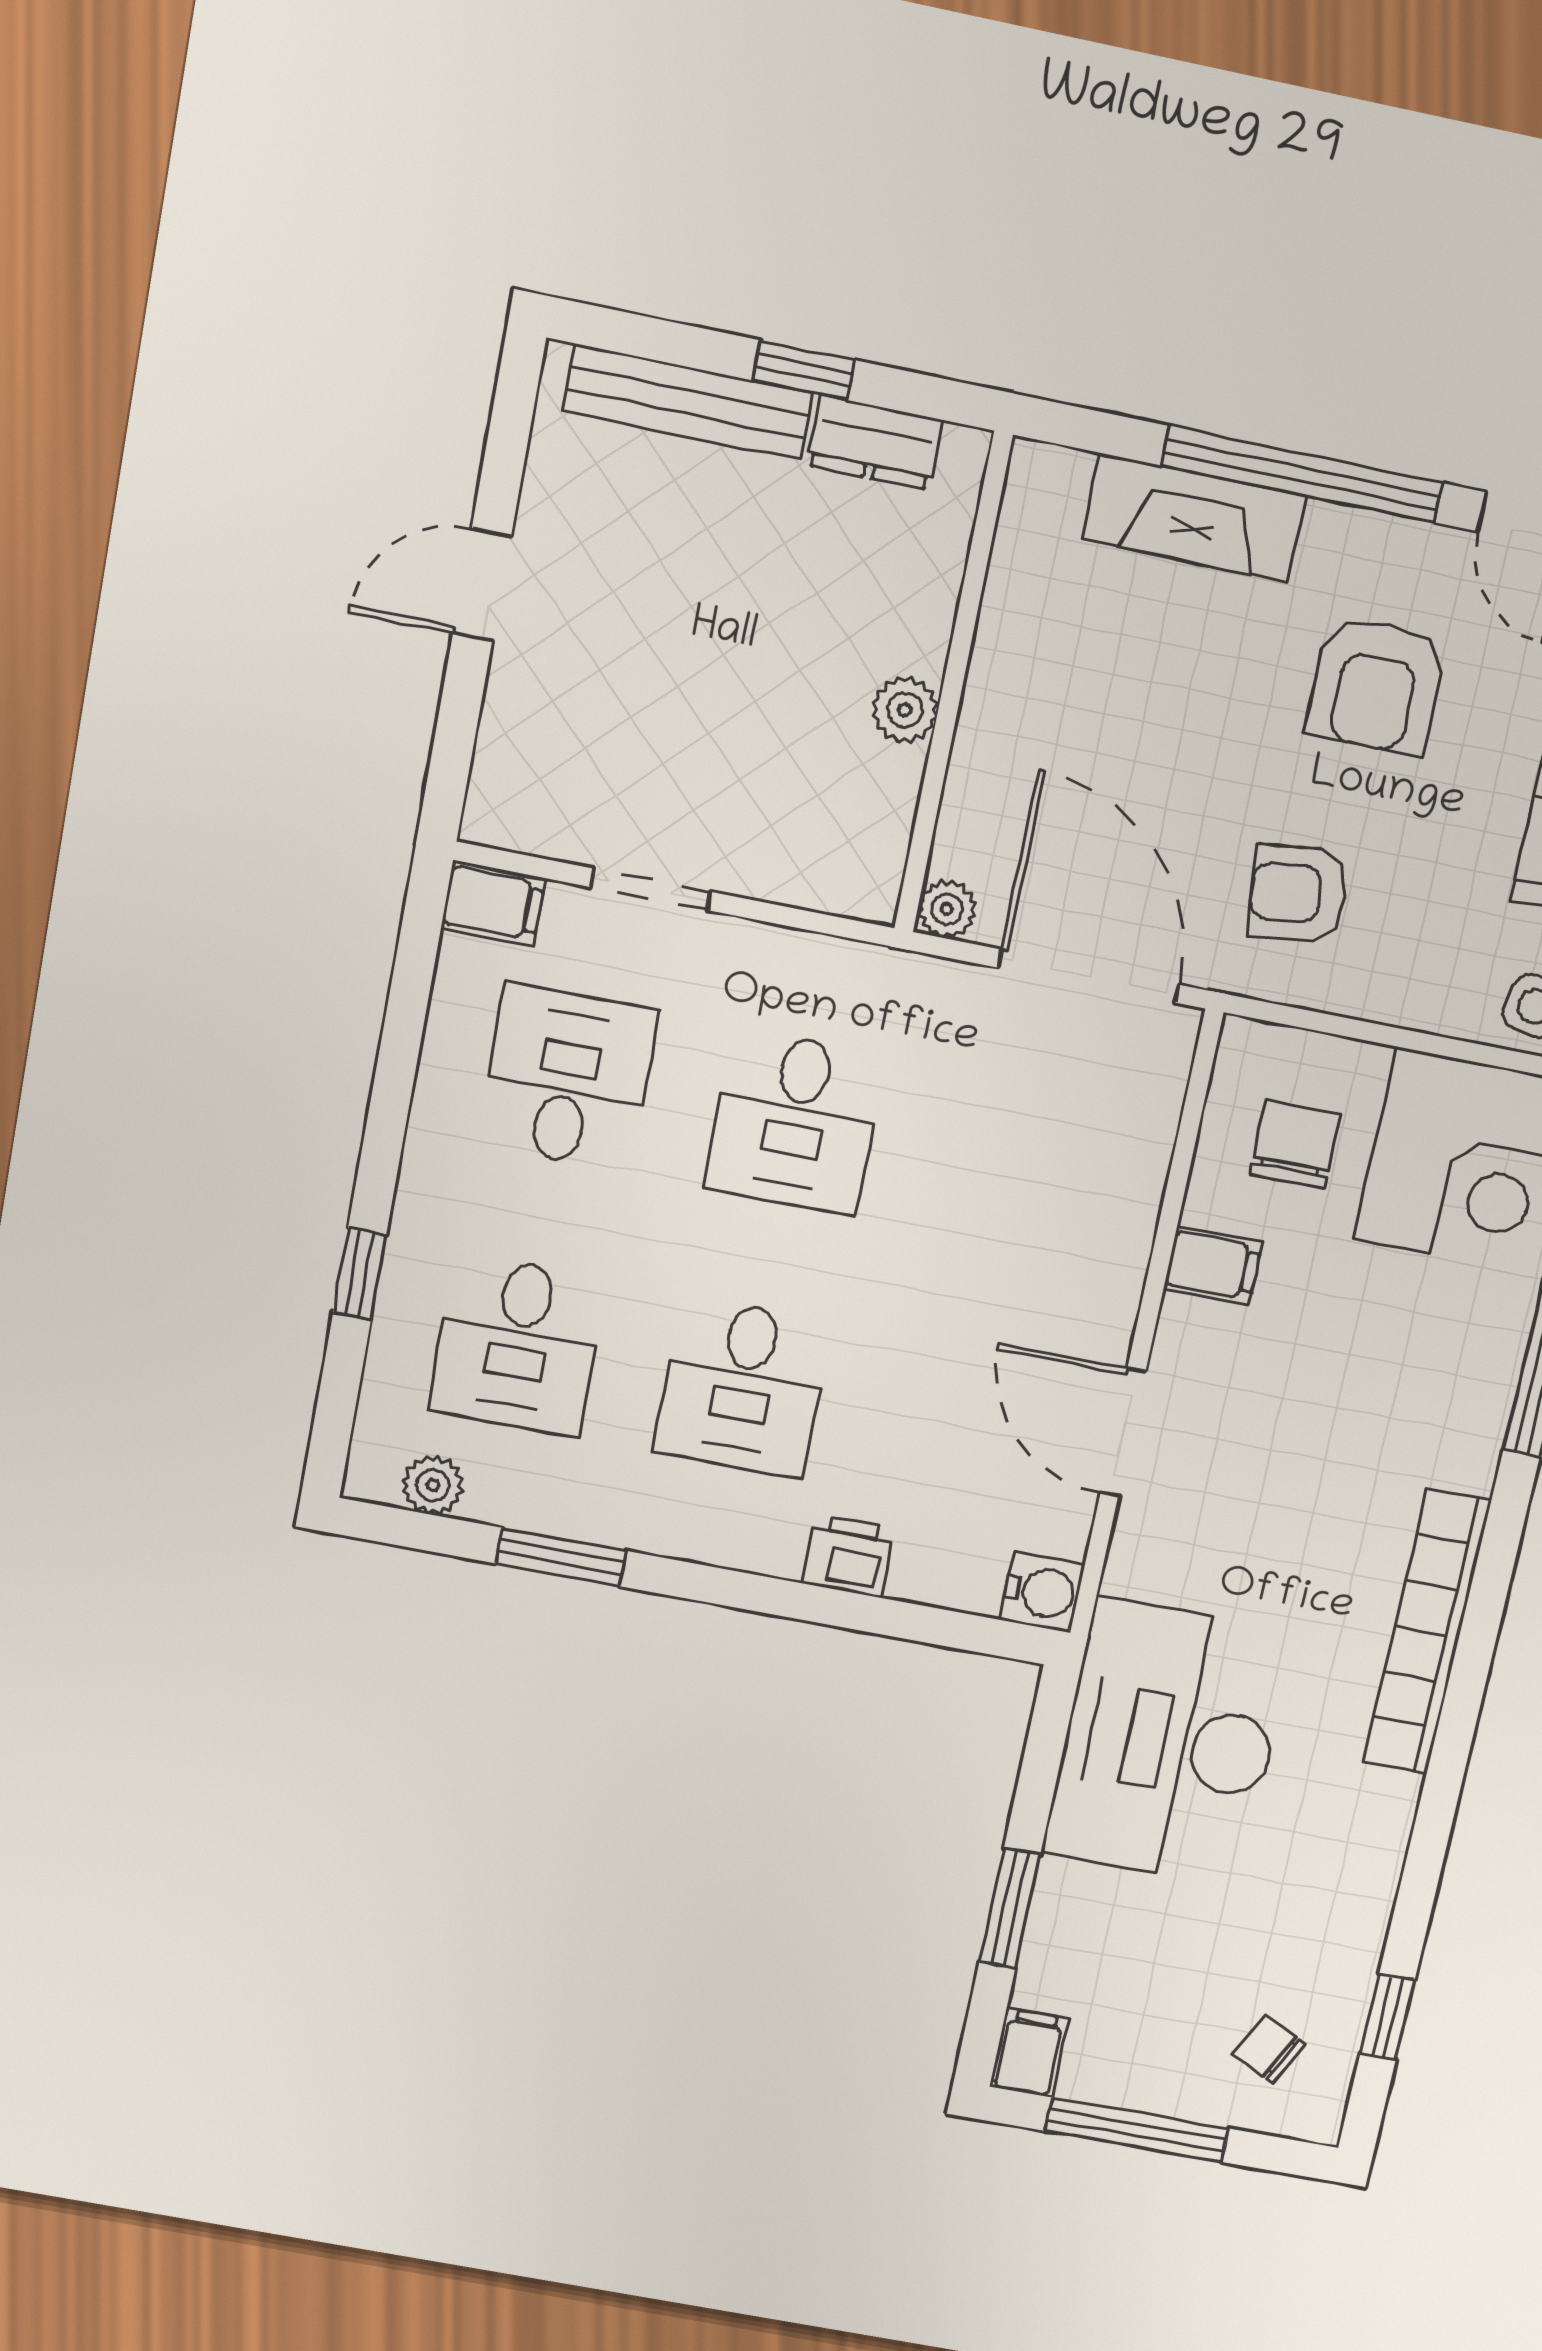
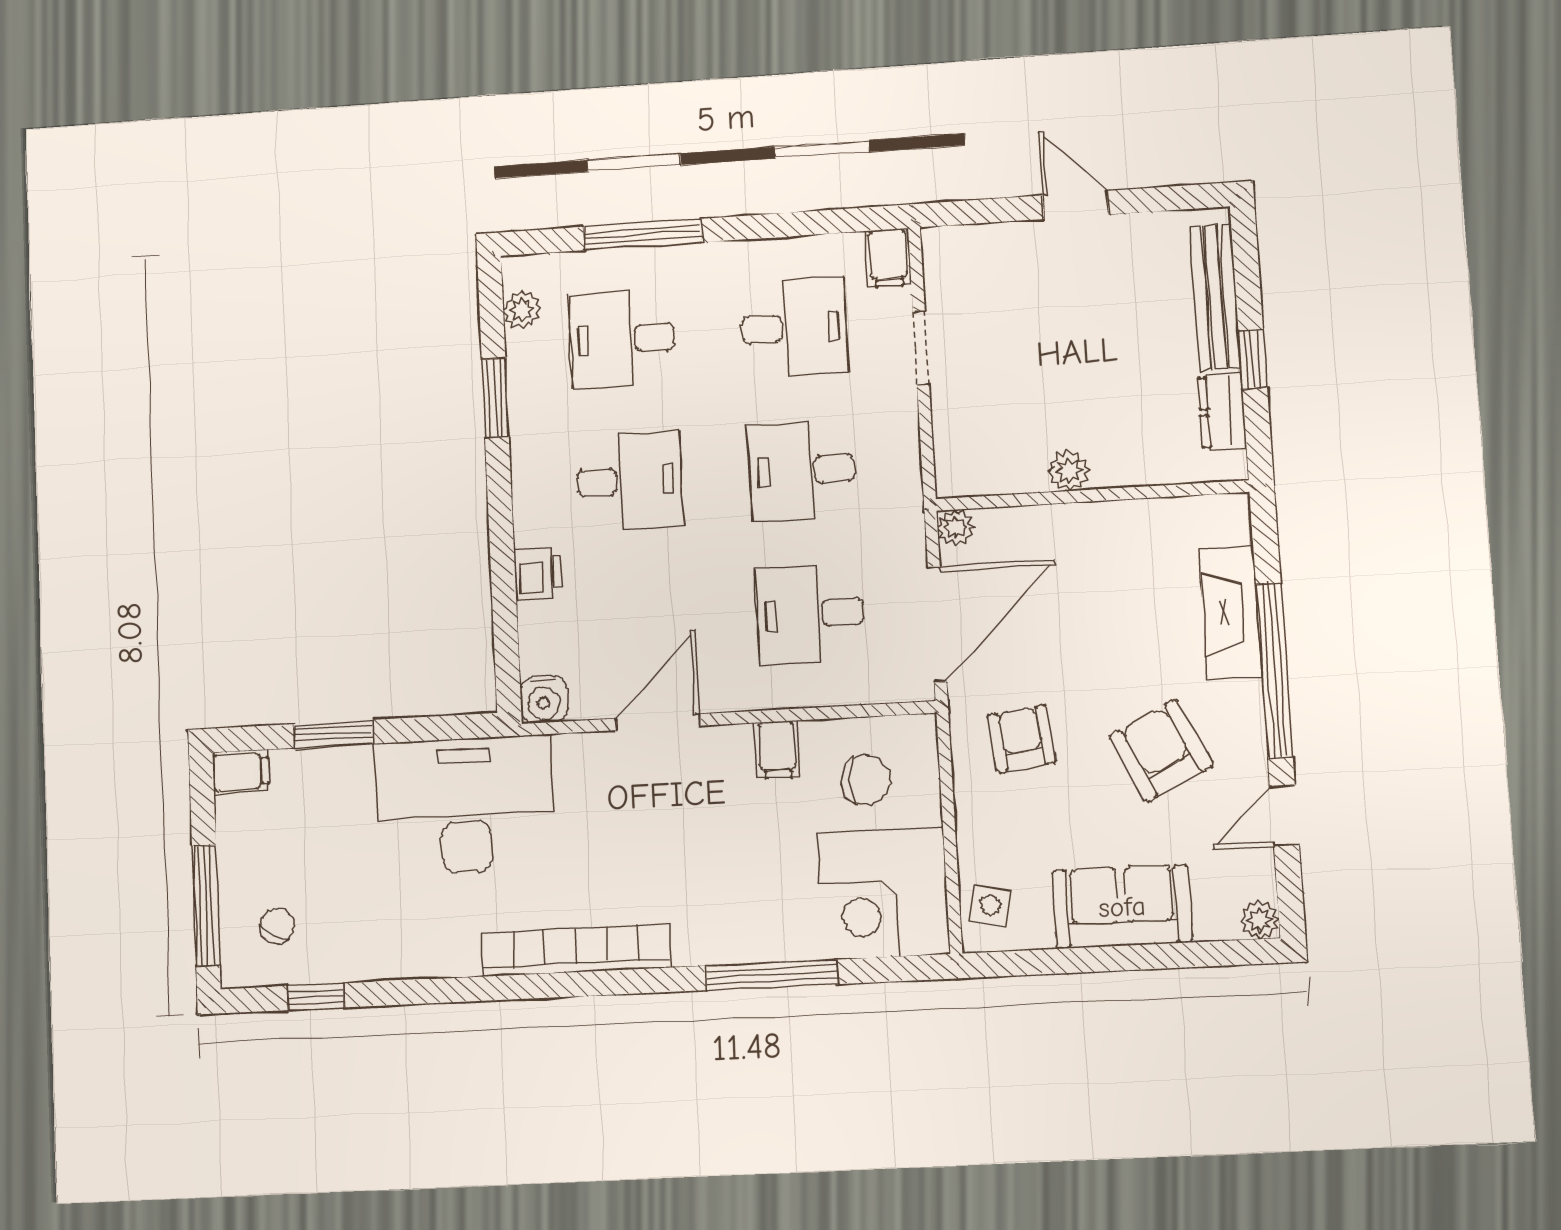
armchair: (1376, 685) -> (1161, 751), turned 64
desk: (1021, 1165) -> (810, 614), added
window: (360, 1274) -> (643, 234), width x2.17
desk: (743, 1387) -> (629, 481), turned 180
window: (1137, 2130) -> (206, 905), moved

